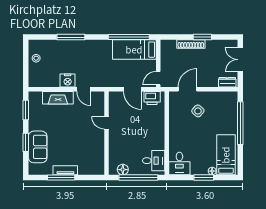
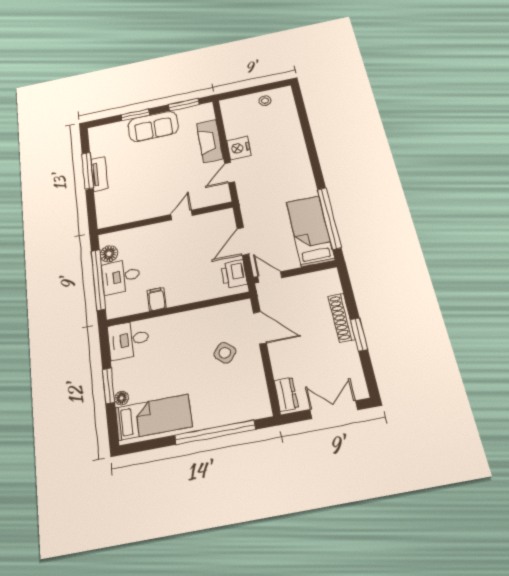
window: (71, 37) -> (309, 138), removed
filing cabinet: (158, 145) -> (157, 299), added
sofa: (38, 147) -> (153, 126), moved
desk: (154, 161) -> (121, 276), moved, turned 90

